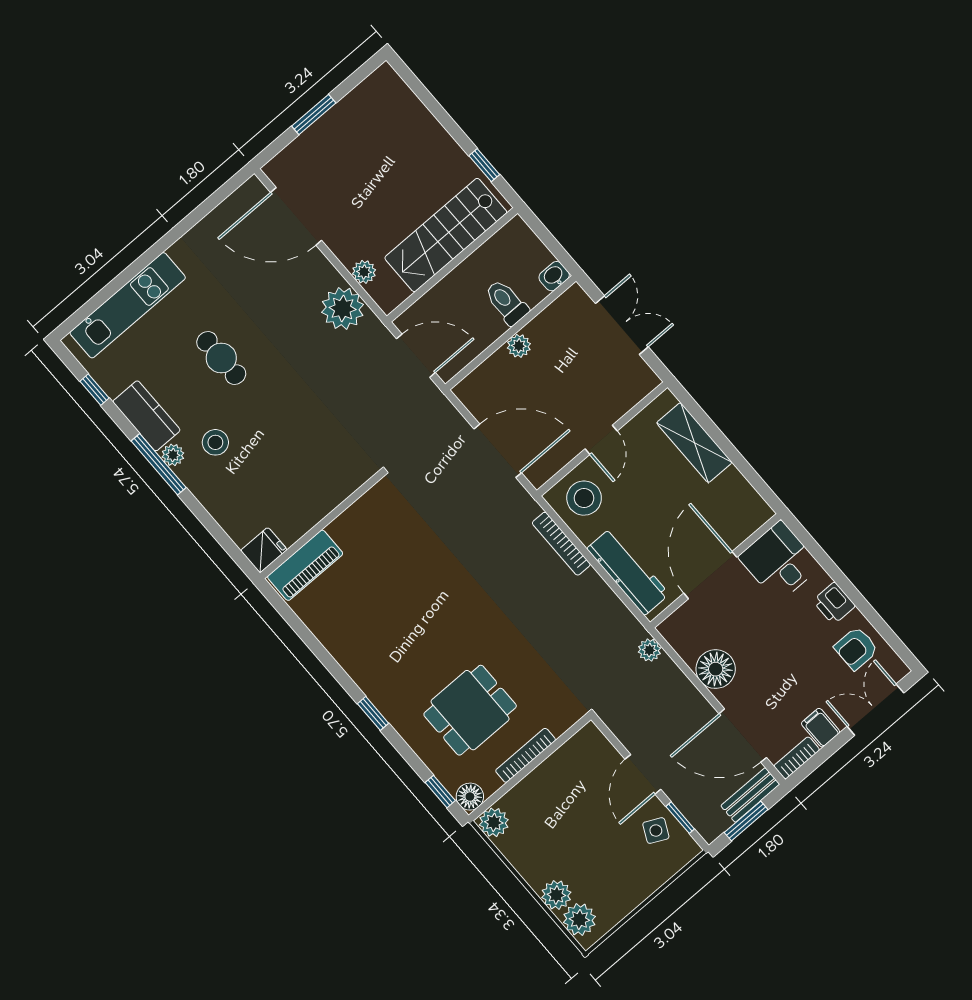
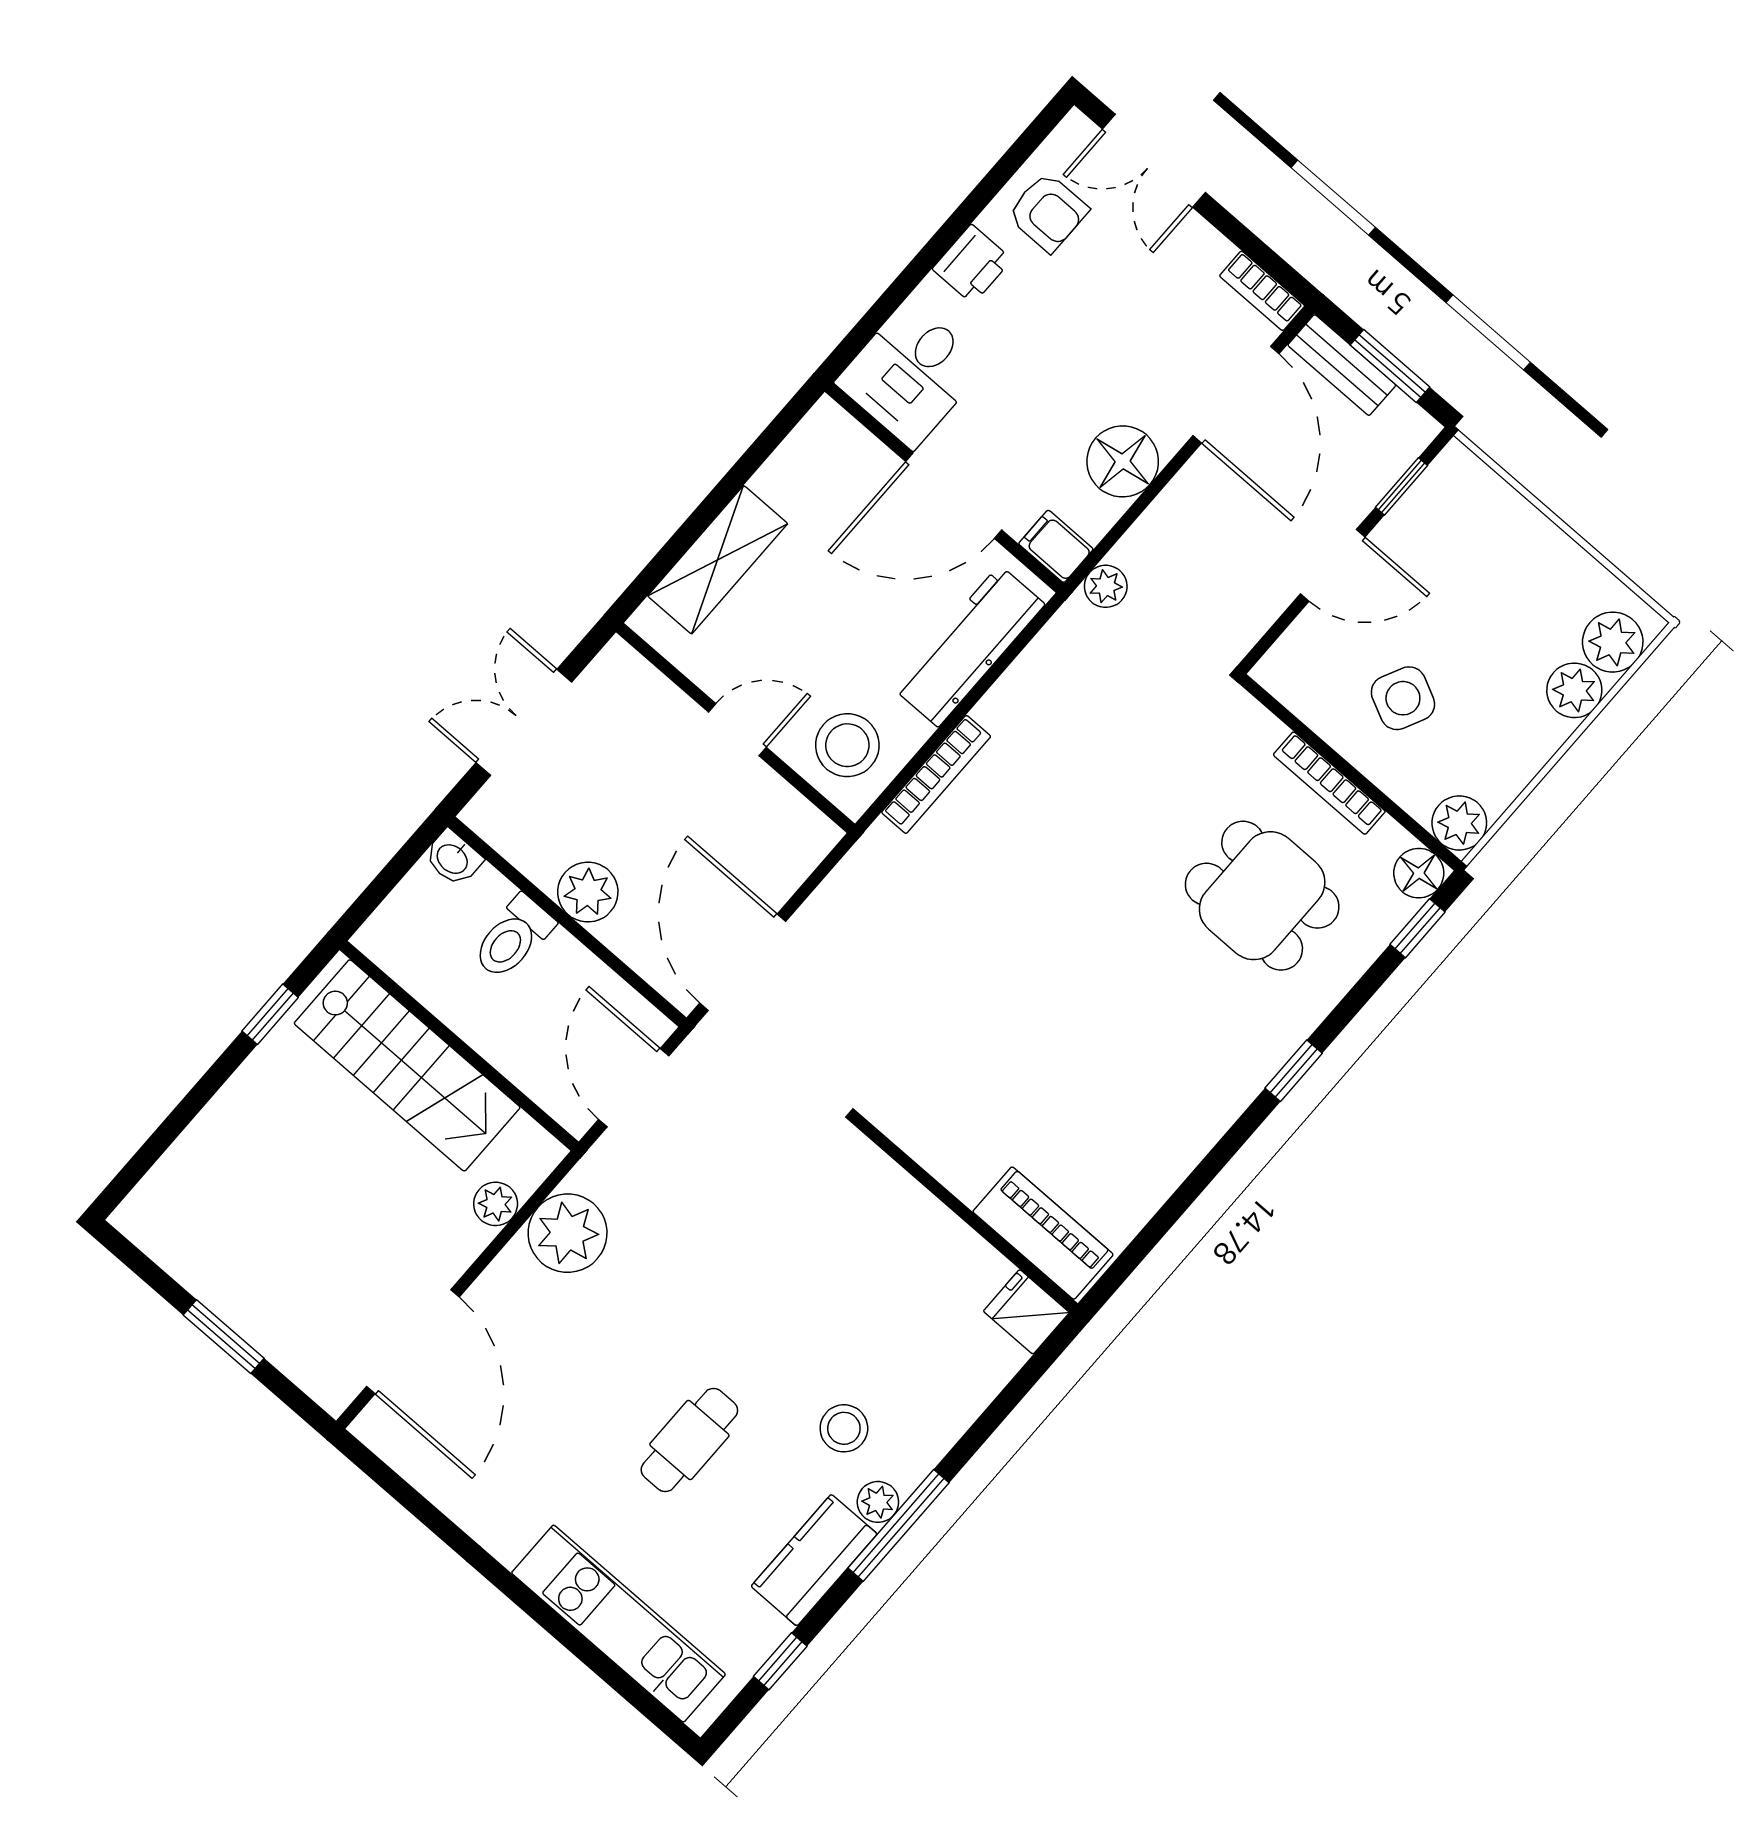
plant: (519, 346) -> (588, 892), width x1.38, depth x1.38
door: (498, 451) -> (743, 962), moved
filing cabinet: (821, 728) -> (1056, 546), moved, turned 90
side table: (656, 831) -> (1403, 698), moved, width x1.37, depth x1.37

